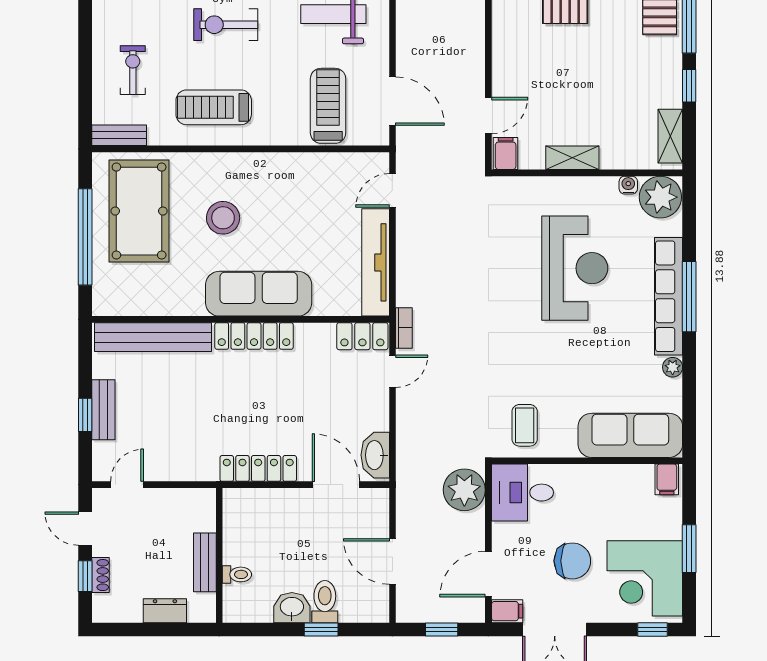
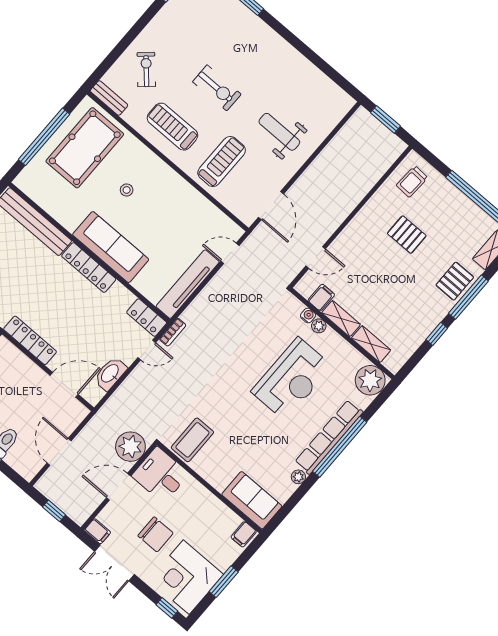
exercise bike: (226, 25) -> (217, 88), turned 180
exercise bike: (133, 70) -> (146, 70), turned -42
treadmill: (328, 106) -> (222, 161), moved
shelving: (670, 136) -> (371, 344), moved, turned 90
filing cabinet: (506, 153) -> (321, 298), moved
water cooler: (628, 185) -> (308, 316), moved
plant: (555, 186) -> (319, 326), added
stool: (223, 218) -> (127, 190), width x0.53, depth x0.53
window: (689, 297) -> (340, 447), width x1.46
coffee table: (525, 425) -> (192, 440), width x1.36, depth x1.30
sofa: (630, 435) -> (252, 500), width x0.73
washbasin: (375, 455) -> (110, 374), moved
door: (336, 485) -> (64, 385), hinge flipped
door: (488, 574) -> (118, 487), moved

